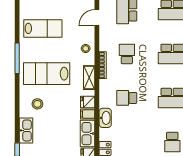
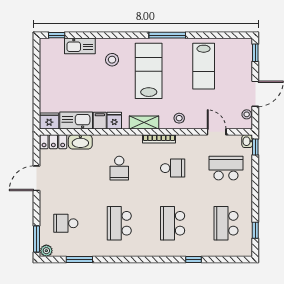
school desk: (127, 98) -> (119, 168), turned 180
washbasin: (105, 118) -> (80, 142), moved

